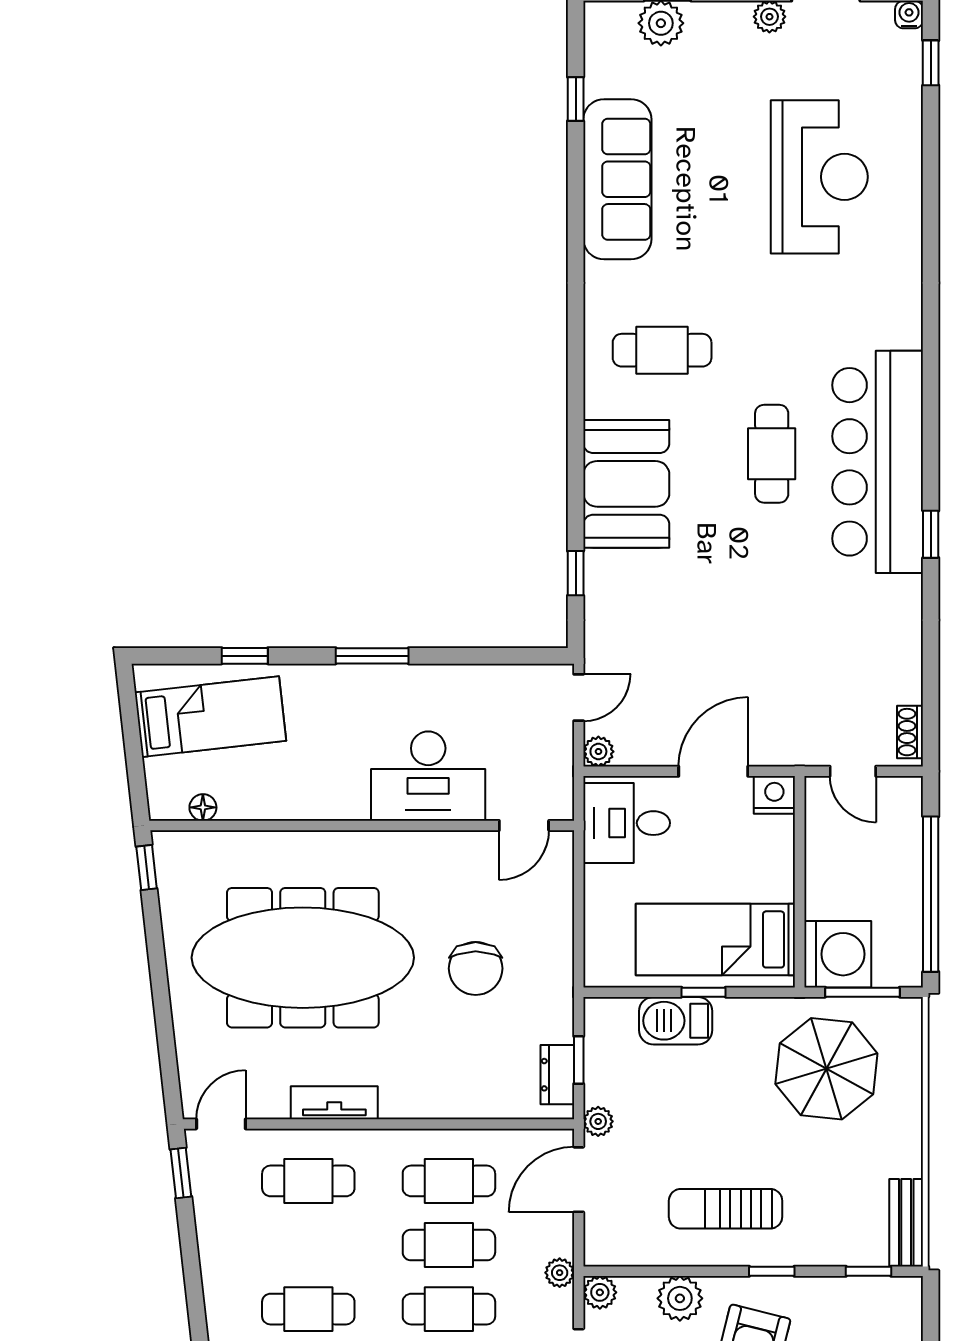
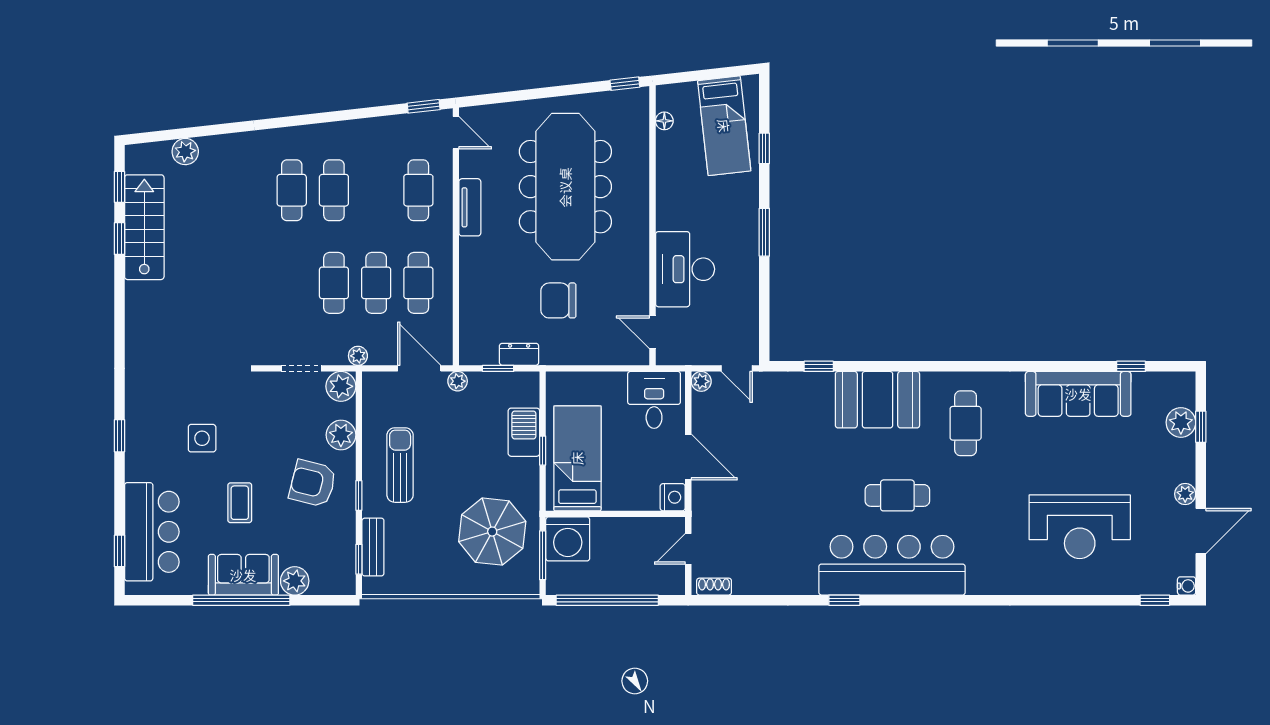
dresser: (557, 1075) -> (519, 354), moved
bench: (906, 1223) -> (373, 547), moved, turned 90
plant: (600, 1292) -> (341, 386), width x1.38, depth x1.38

